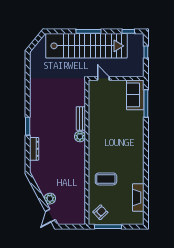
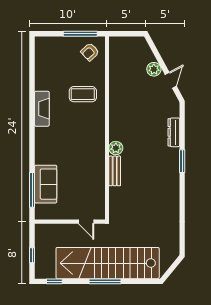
sofa: (135, 95) -> (46, 184), moved
fireplace: (138, 198) -> (42, 109), moved
door: (50, 215) -> (171, 80), moved

